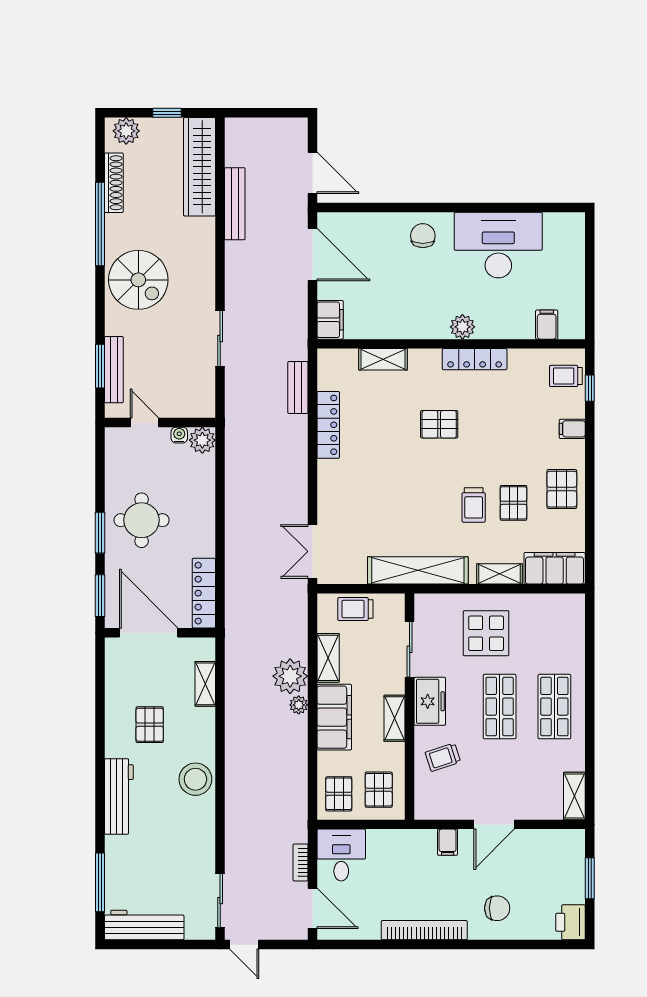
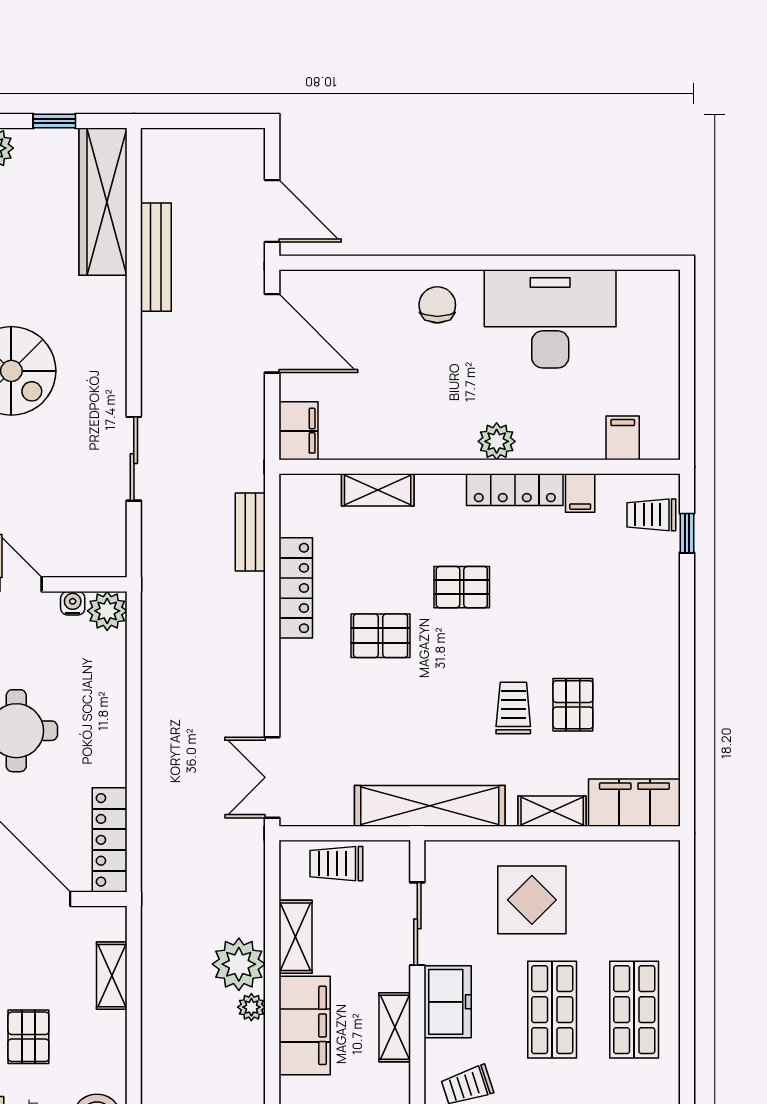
filing cabinet: (572, 429) -> (580, 493), moved, turned -90
pallet: (562, 489) -> (381, 636), moved, turned 90
trolley: (474, 505) -> (513, 708), turned 180

